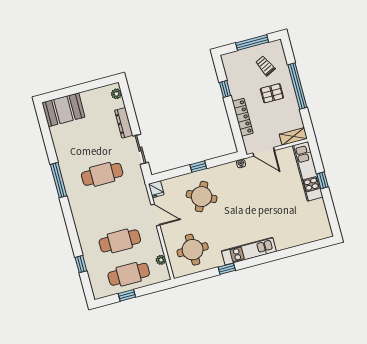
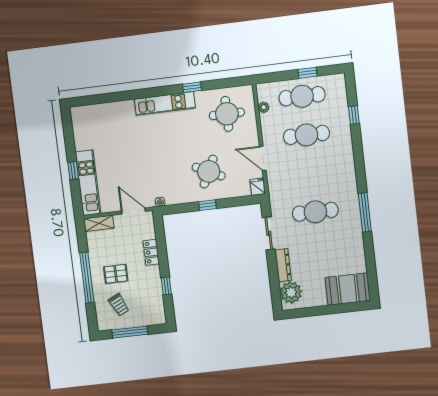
plant: (116, 94) -> (291, 292), width x1.87, depth x1.87
locker: (243, 117) -> (151, 252), width x0.66

